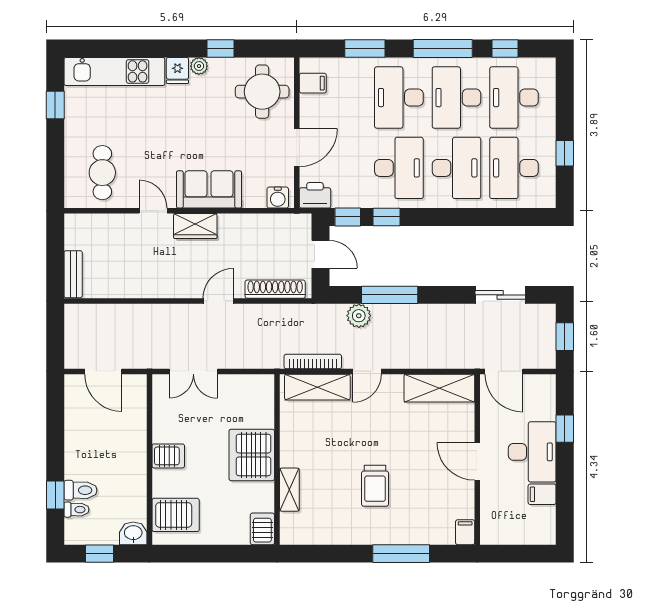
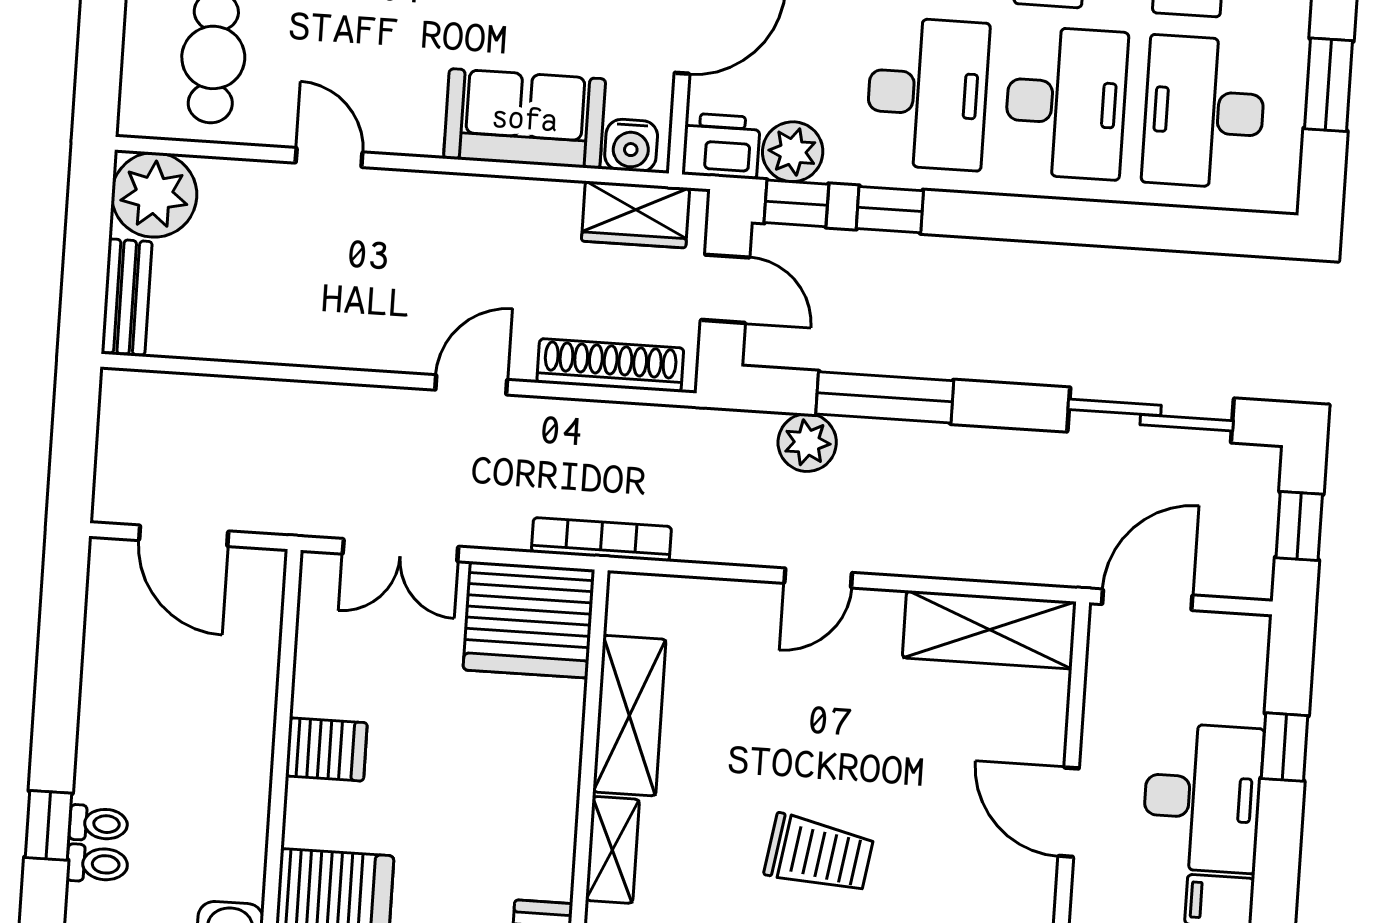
window: (565, 153) -> (1328, 85), width x1.50
sofa: (209, 189) -> (525, 119), moved
plant: (345, 196) -> (793, 152), added
wardrobe: (195, 226) -> (636, 215), moved
plant: (82, 231) -> (154, 195), added
sliding door: (500, 295) -> (1151, 415), width x1.37
bookcase: (313, 361) -> (601, 539), moved
door: (504, 371) -> (1147, 600), swing flipped
shelving: (317, 387) -> (629, 716), moved, turned 90
server rack: (252, 455) -> (529, 620), moved, turned -90
trolley: (375, 486) -> (819, 854), turned -81
toilet: (81, 490) -> (99, 824), width x0.73, depth x0.72

